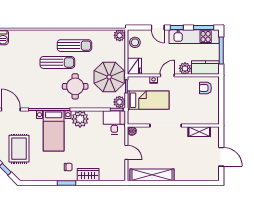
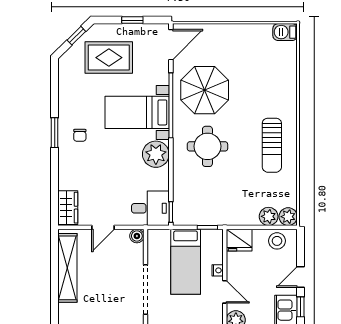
sun lounger: (57, 62) -> (245, 118), removed
parasol: (109, 77) -> (205, 90), moved
plant: (119, 102) -> (269, 216), moved
wardrobe: (88, 175) -> (68, 208), moved

